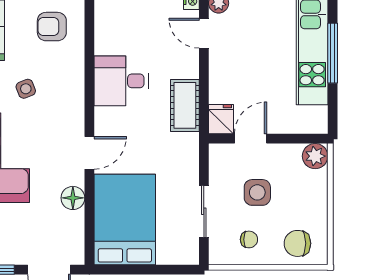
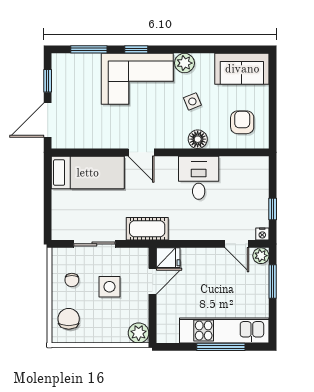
door: (204, 33) -> (237, 244), swing flipped
cot: (185, 105) -> (147, 229), moved
door: (251, 139) -> (153, 281), hinge flipped
floor lamp: (73, 198) -> (198, 139), moved
bed: (125, 220) -> (88, 173), width x0.67

